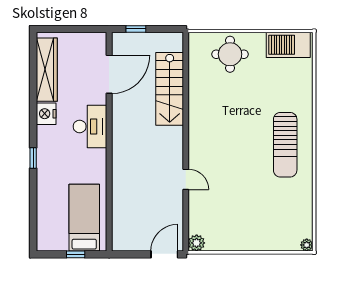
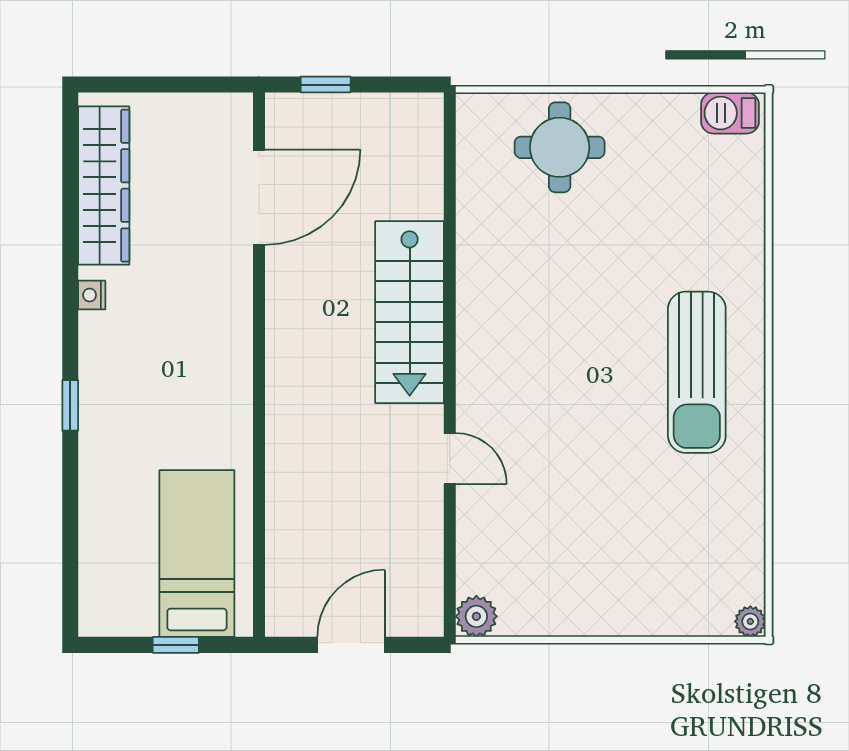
barbecue: (288, 45) -> (730, 113), width x0.53, depth x0.65
stairs: (170, 89) -> (410, 312), moved
nightstand: (46, 114) -> (92, 295), width x0.53, depth x0.56
desk: (90, 126) -> (211, 327), removed
door: (164, 254) -> (351, 645), moved

